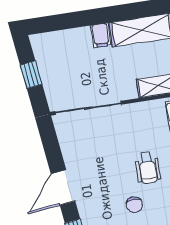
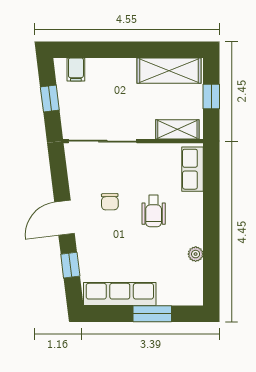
filing cabinet: (101, 35) -> (76, 69), moved
chair: (134, 205) -> (110, 202), moved

